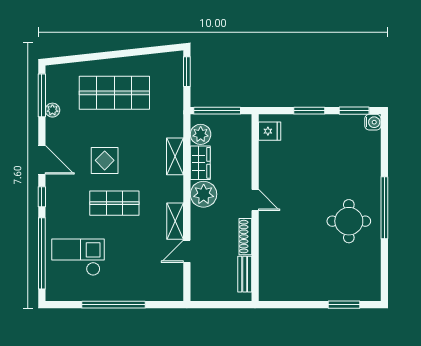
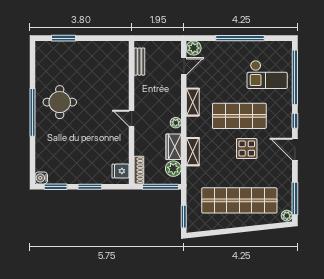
shop shelf: (114, 93) -> (239, 200), width x1.40
plant: (52, 110) -> (287, 216), moved
plant: (204, 194) -> (176, 123), width x0.53, depth x0.53
shop shelf: (114, 203) -> (239, 116), width x1.43, depth x1.36
shoe rack: (245, 237) -> (139, 170), moved
door: (187, 251) -> (184, 66), moved
plant: (174, 292) -> (194, 48), added

